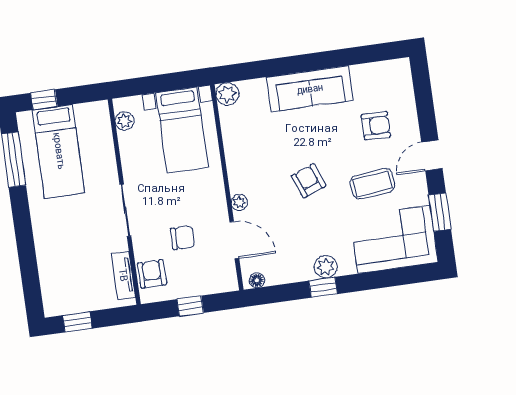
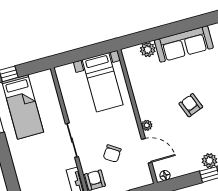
plant: (227, 94) -> (148, 50), moved
plant: (124, 121) -> (64, 81), removed
chair: (183, 238) -> (112, 154), turned 123

